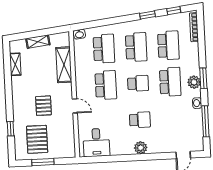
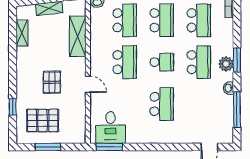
school desk: (140, 120) -> (162, 104), width x1.85
pallet: (37, 139) -> (43, 120), turned 90
plant: (141, 148) -> (161, 136), removed
window: (96, 159) -> (109, 147), added

